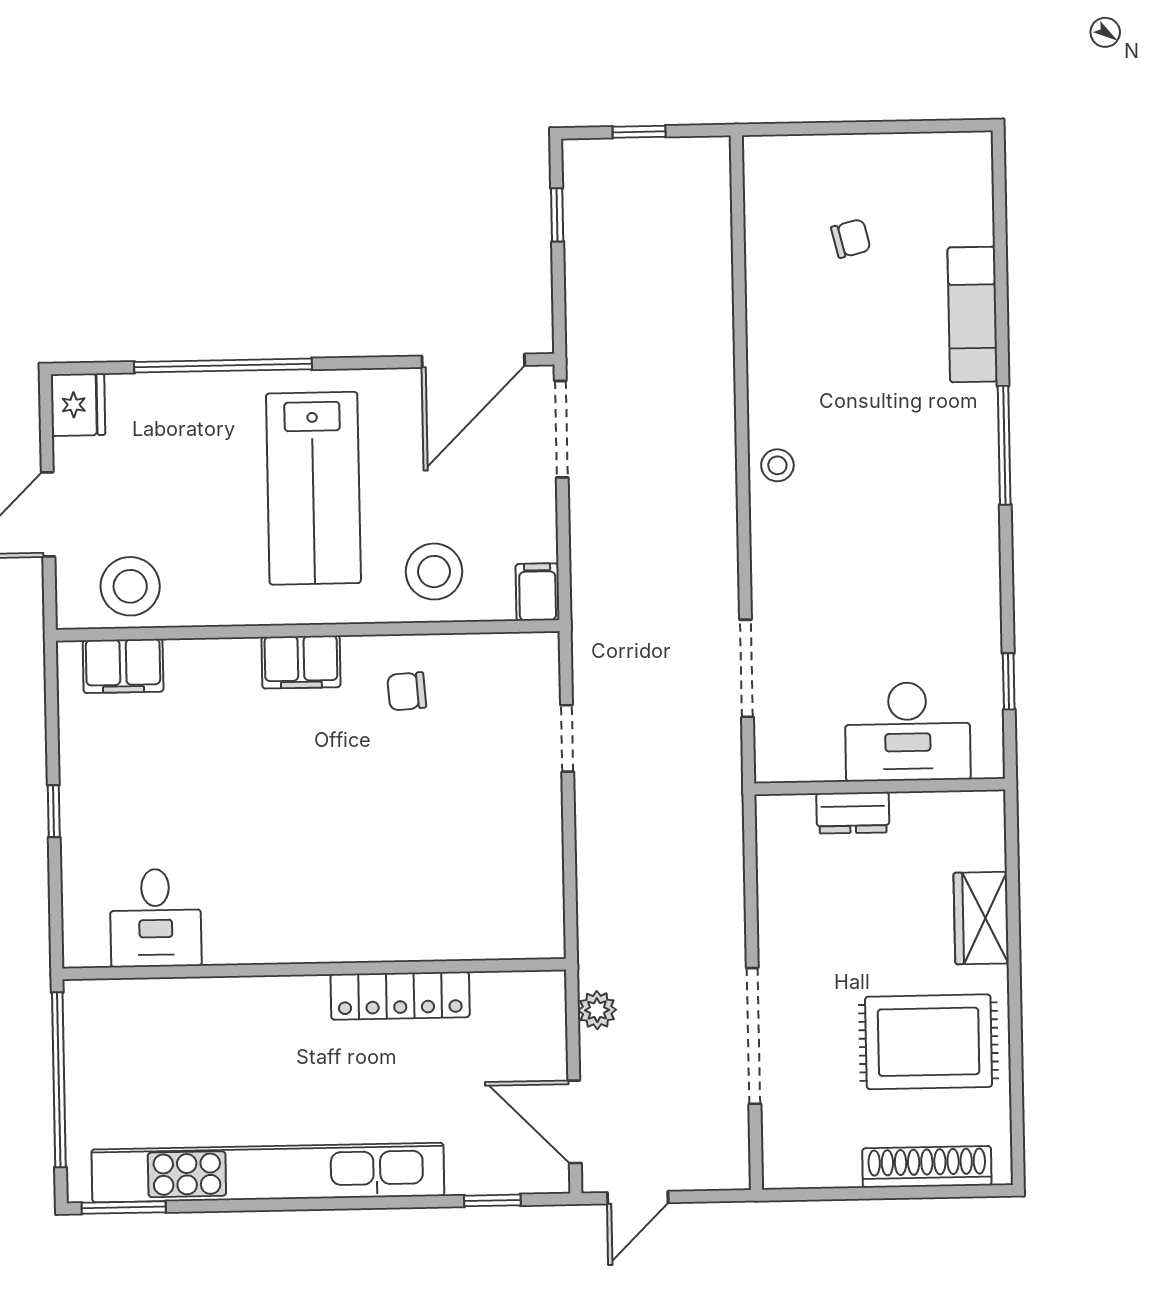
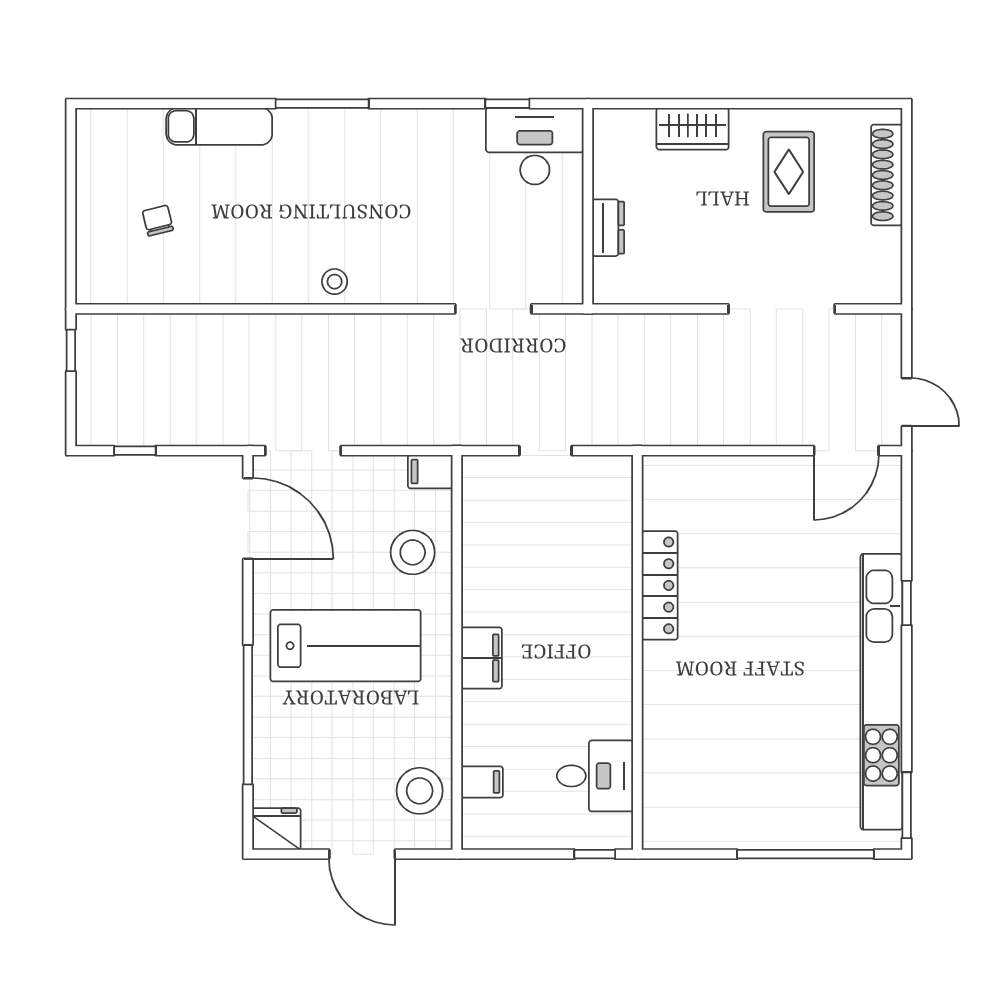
window: (639, 132) -> (71, 350), moved
filing cabinet: (123, 666) -> (482, 782), width x0.50
chair: (407, 691) -> (506, 576), removed
desk: (908, 732) -> (535, 146), moved, turned -90
desk: (156, 918) -> (595, 776), moved
wall: (314, 969) -> (637, 652), moved
locker: (400, 996) -> (660, 585), moved
plant: (597, 1010) -> (759, 431), removed
rug: (929, 1042) -> (789, 172), width x0.73, depth x0.70
window: (492, 1200) -> (907, 603), moved

